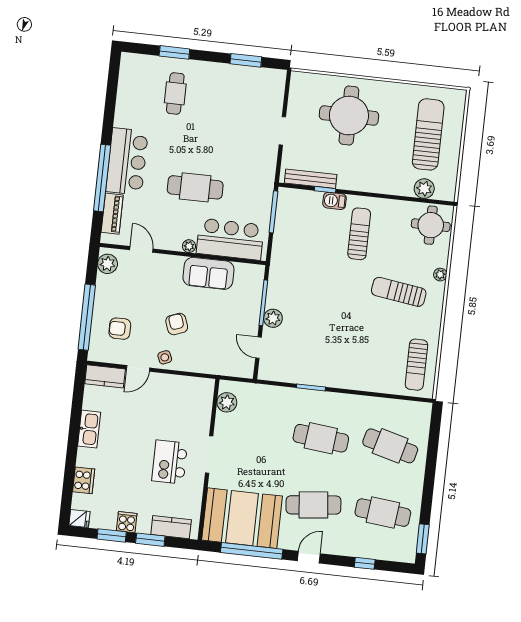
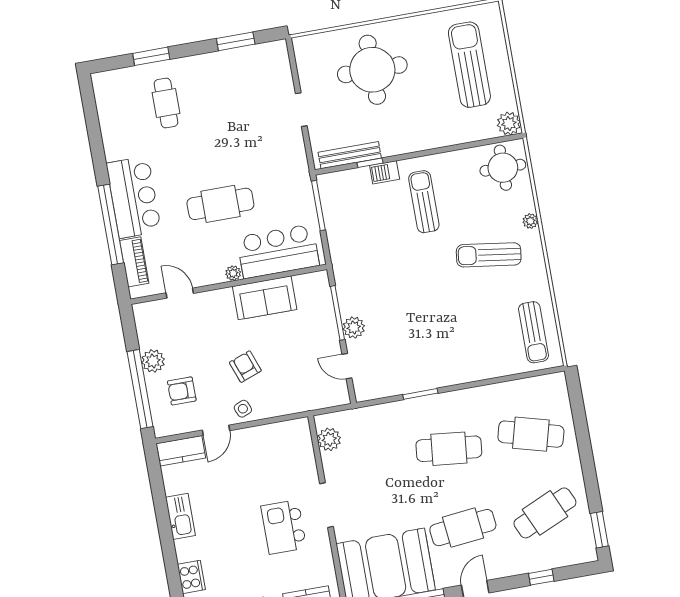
plant: (424, 189) -> (509, 123), moved
plant: (108, 264) -> (153, 361), moved
cafe table: (383, 513) -> (545, 513), turned -30

